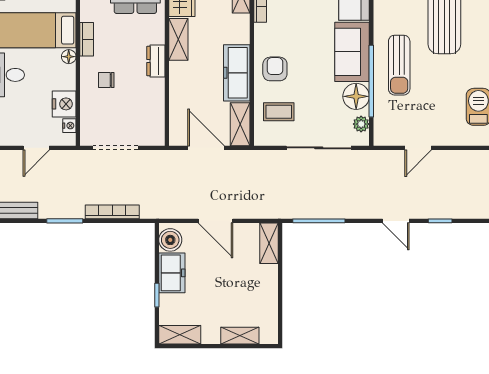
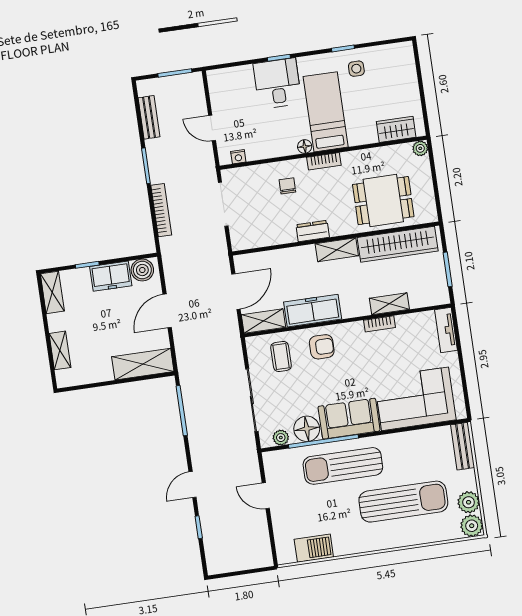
sun lounger: (399, 65) -> (343, 466), width x1.36, depth x1.34
nightstand: (64, 104) -> (258, 149), removed
shelving: (269, 243) -> (143, 364), width x1.50, depth x1.33

